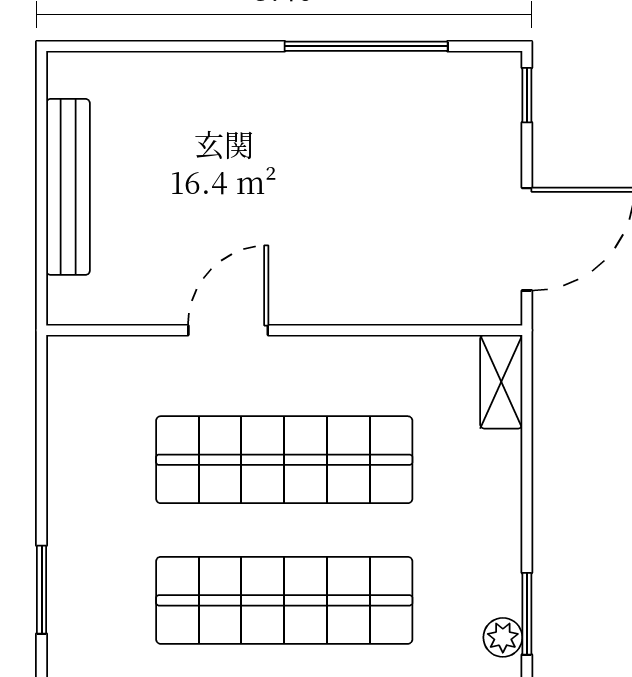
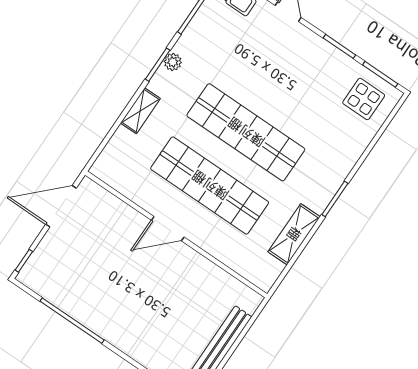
door: (228, 330) -> (168, 229), moved
shelving: (501, 382) -> (140, 111), moved
shelving: (72, 476) -> (294, 234), added

